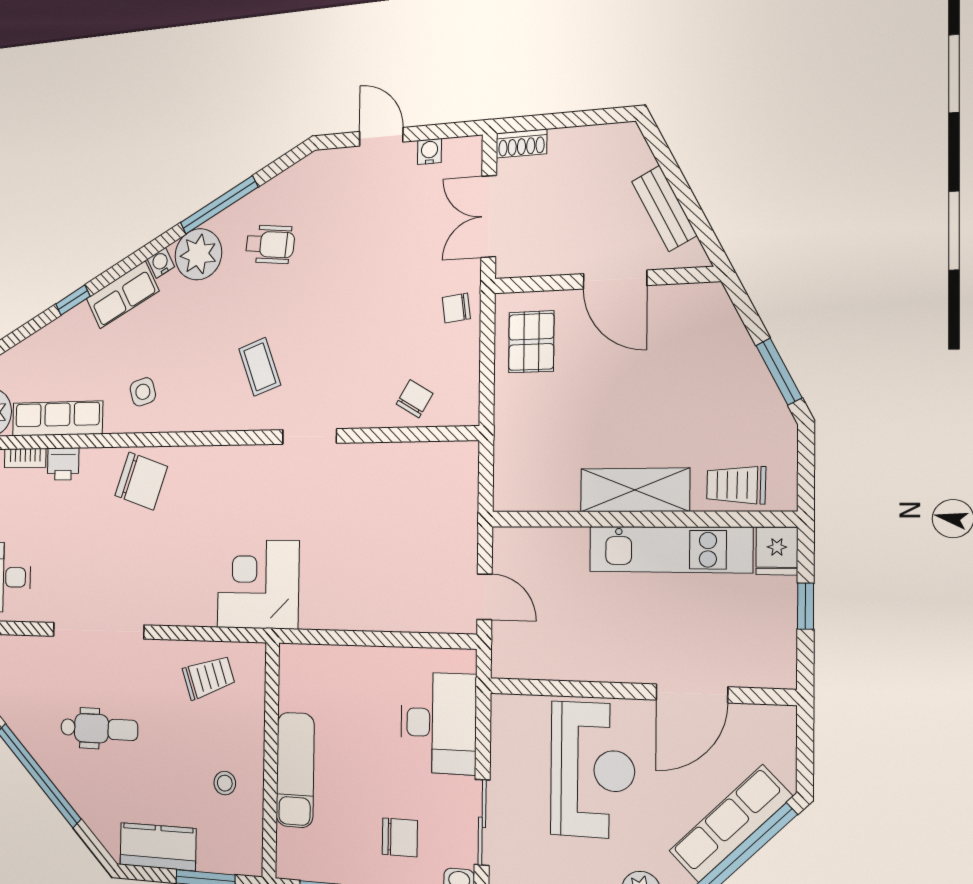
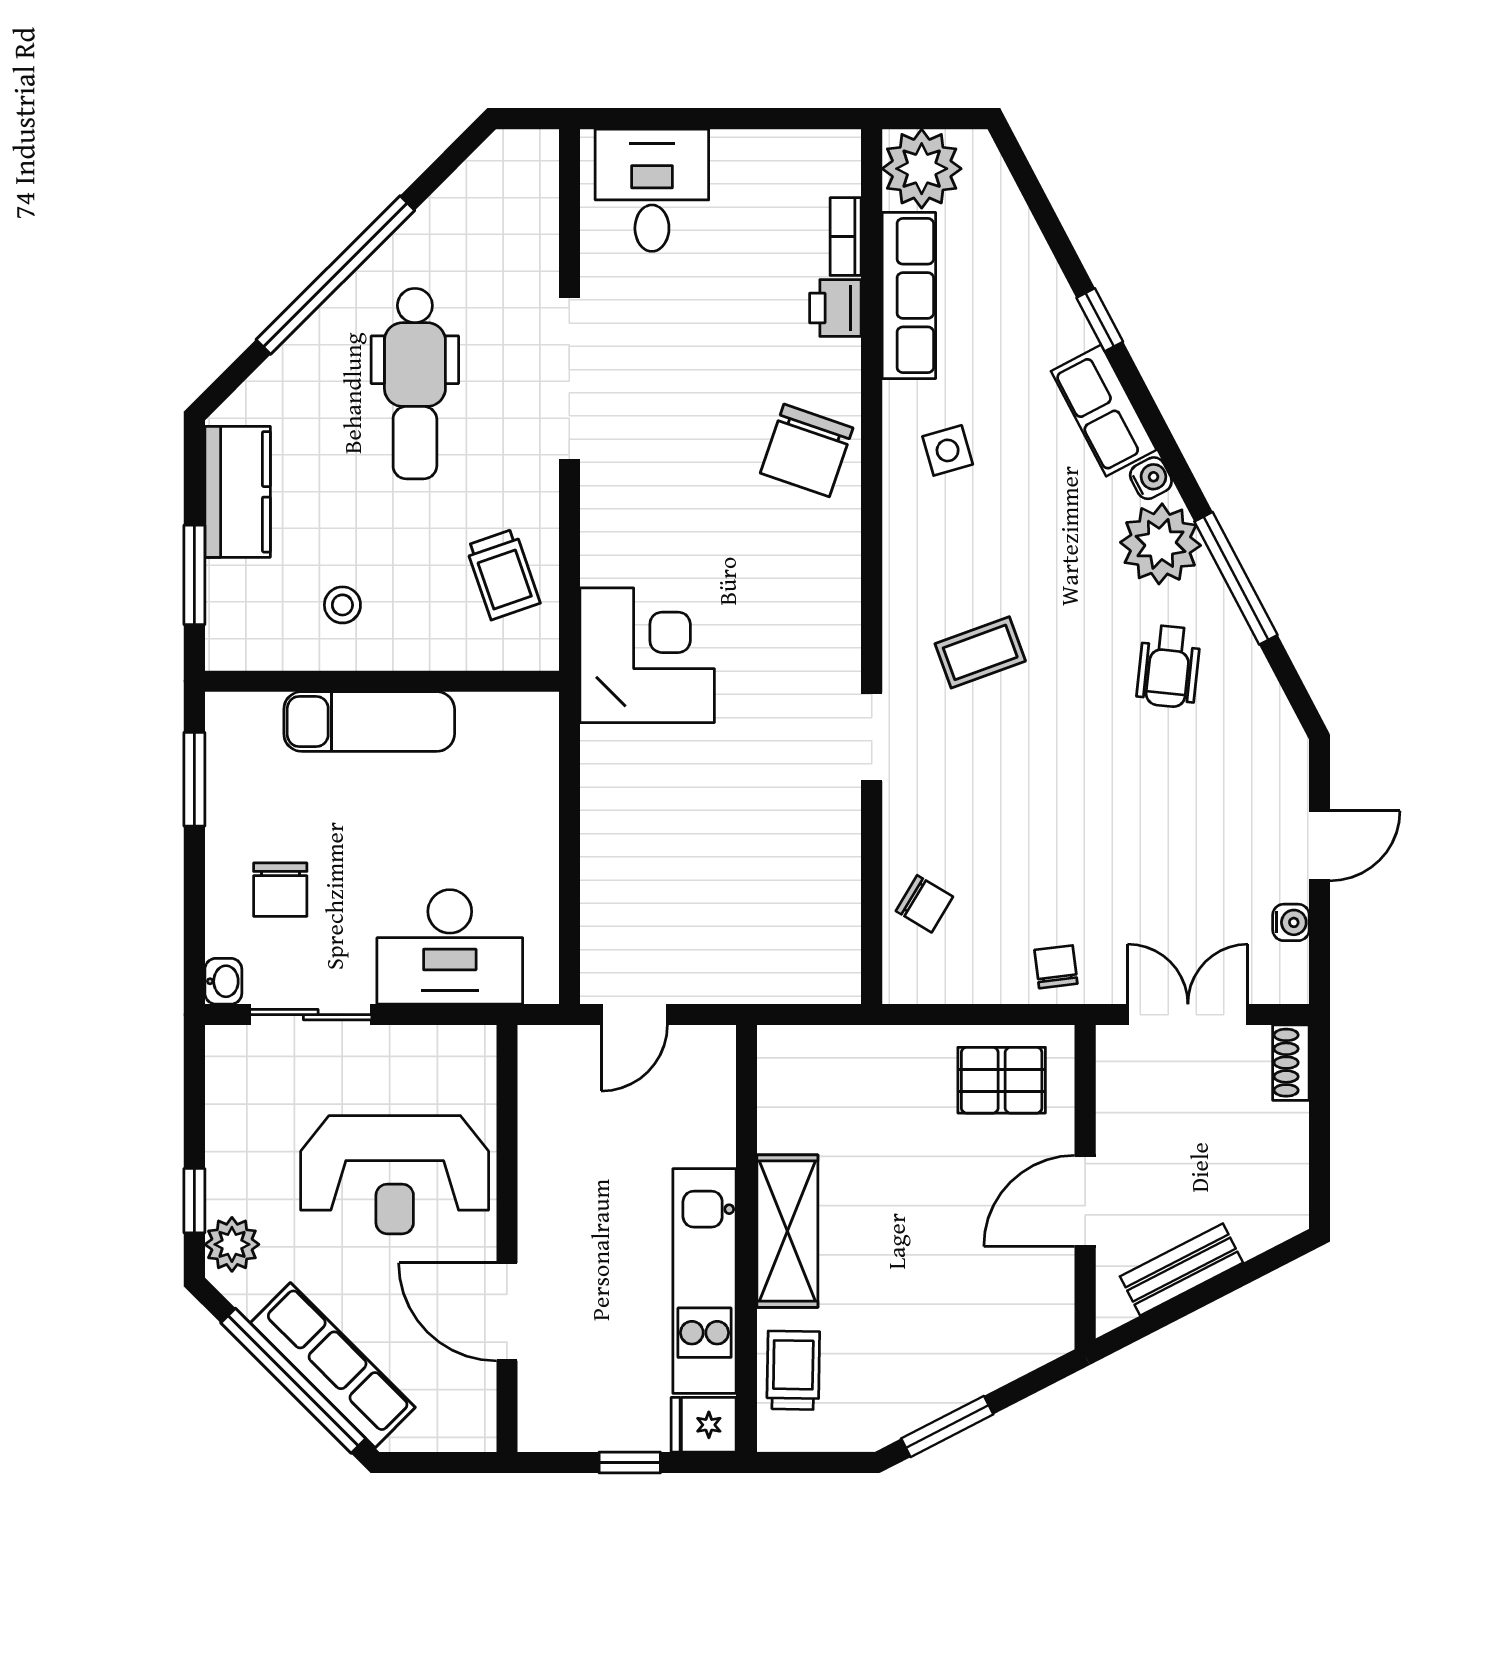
dental chair: (99, 729) -> (415, 384), width x1.36, depth x1.38

